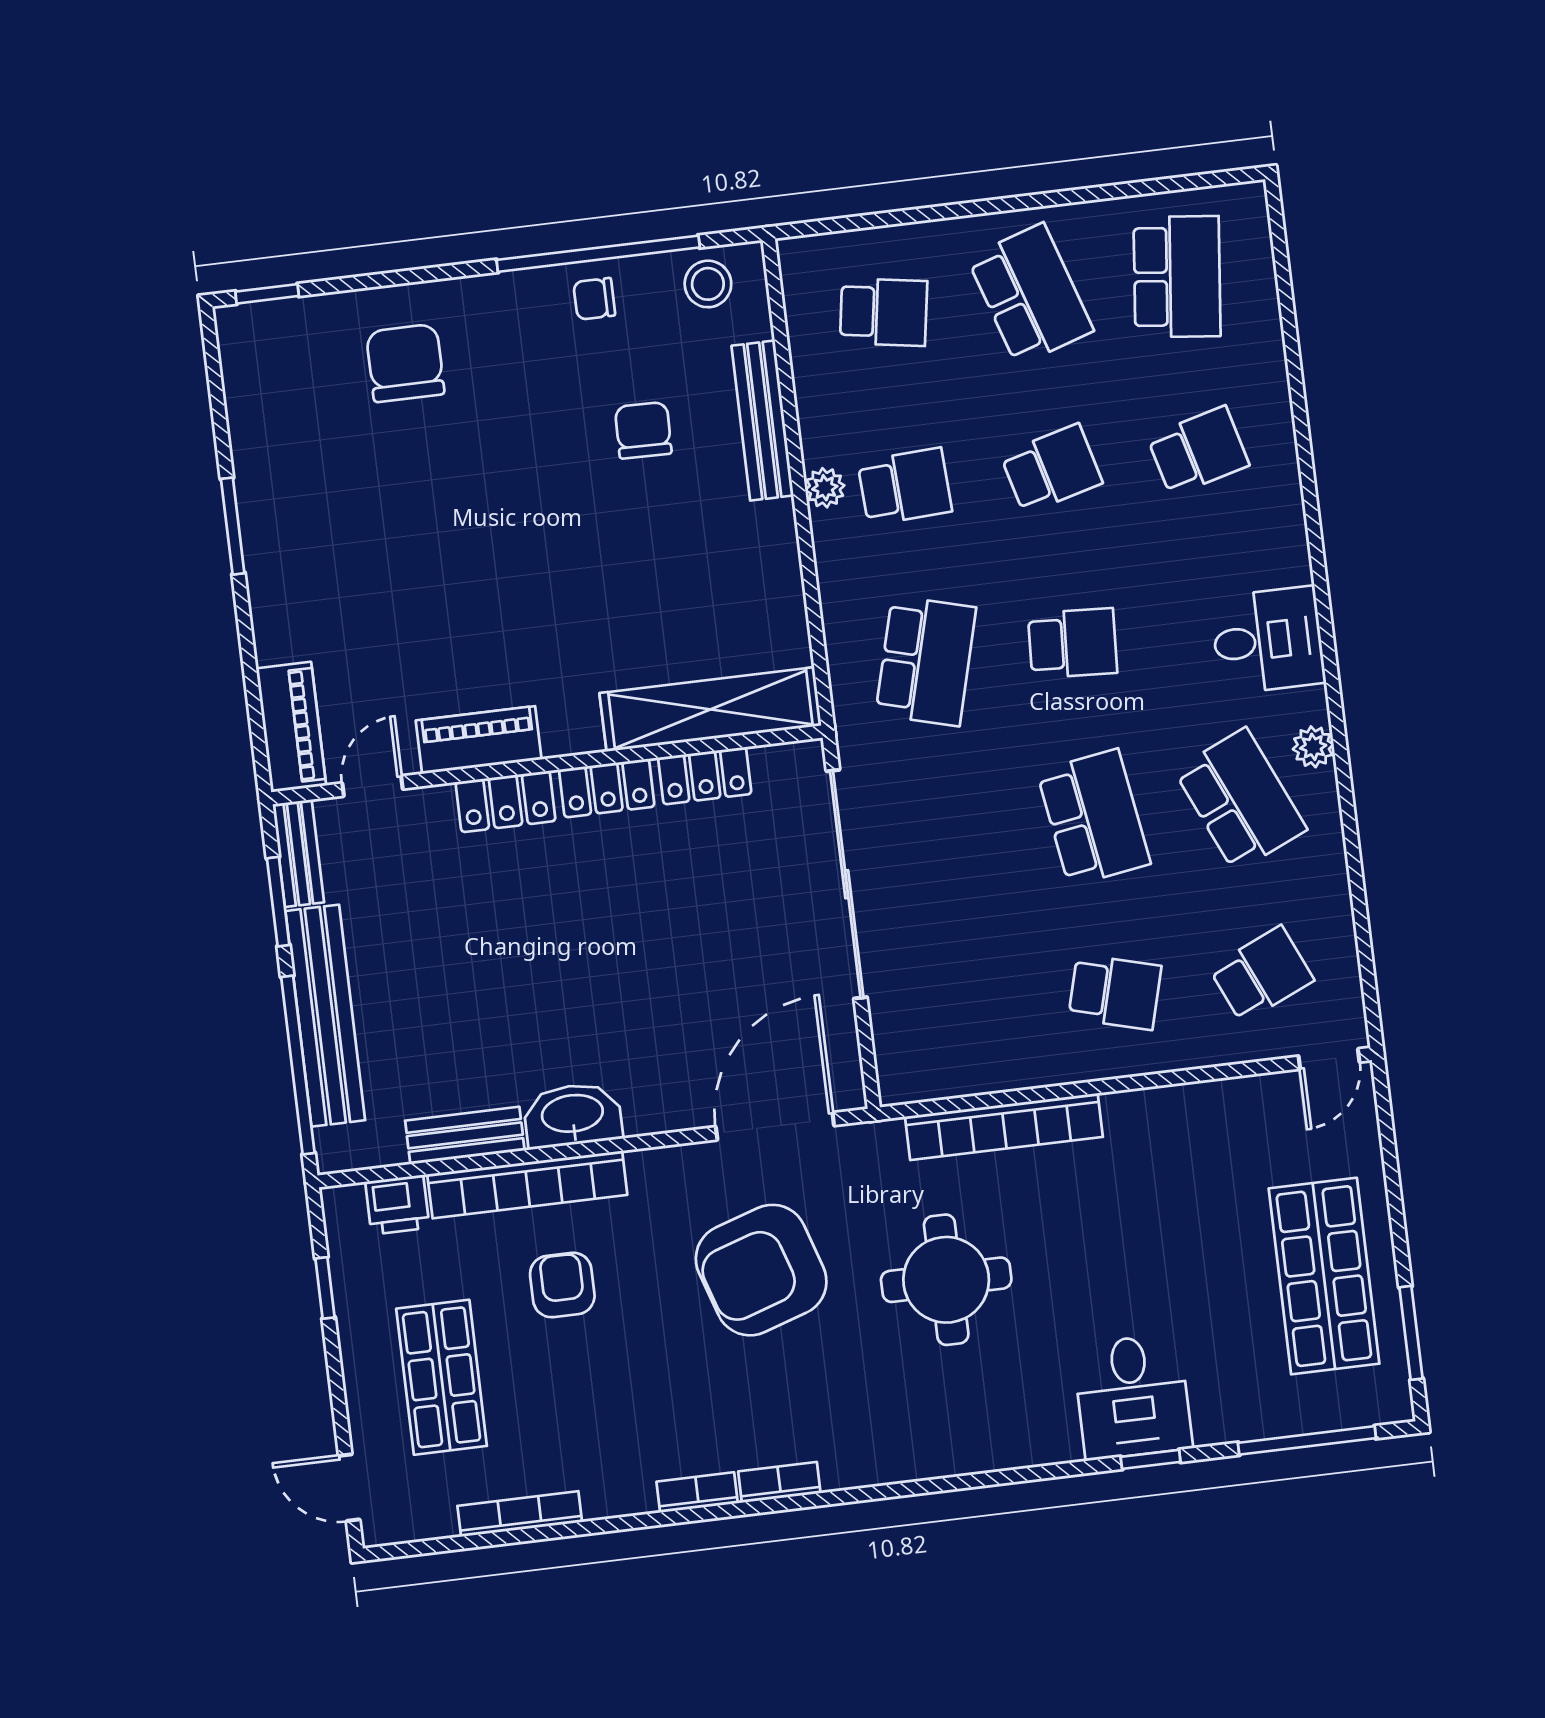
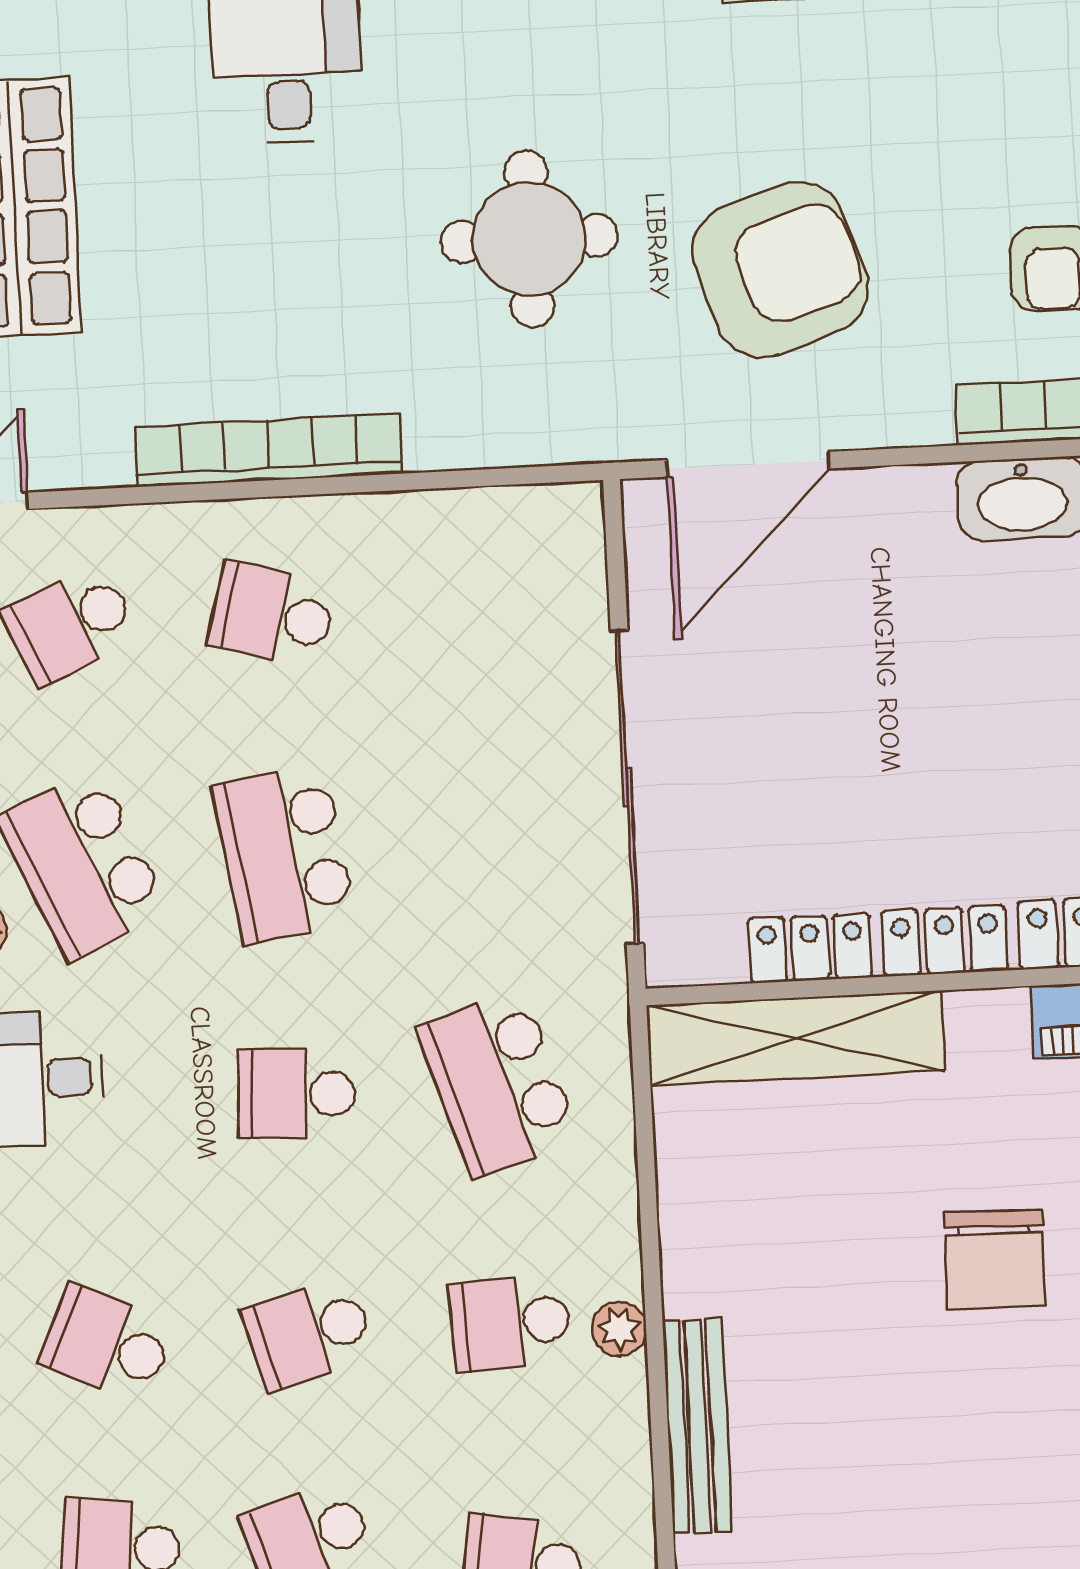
chair: (643, 430) -> (995, 1259), moved, width x1.37, depth x1.37
school desk: (1198, 451) -> (107, 1343), turned 39
school desk: (926, 661) -> (498, 1083), turned -33
bookcase: (1004, 1127) -> (269, 450), moved

